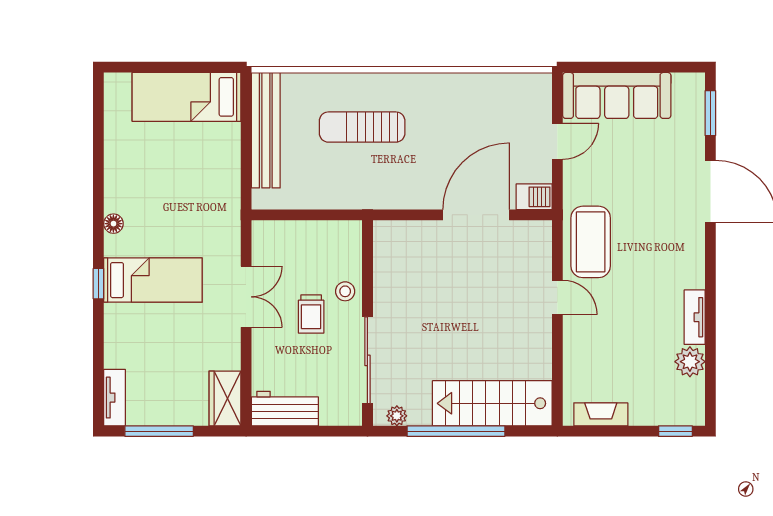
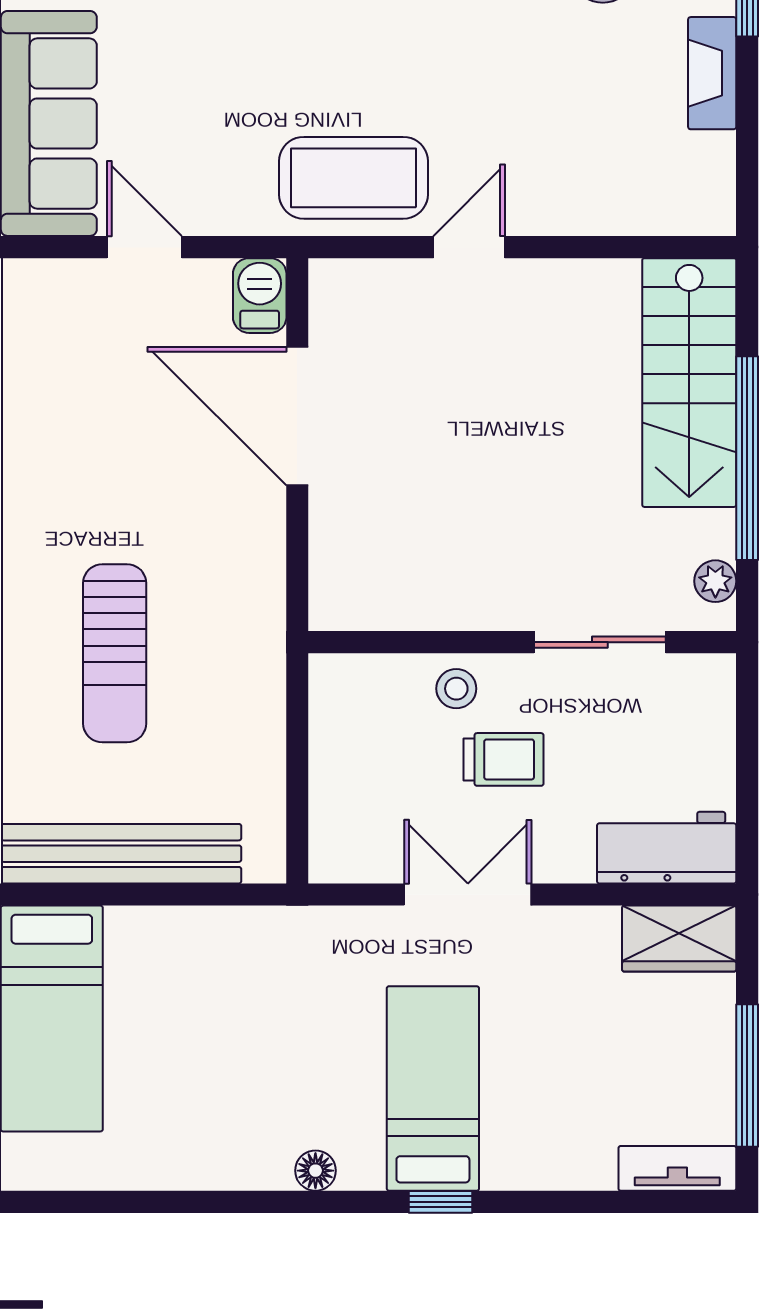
sliding door: (367, 360) -> (600, 642), width x0.73
workbench: (285, 409) -> (667, 848), moved, turned 90
fireplace: (601, 414) -> (712, 73), moved

